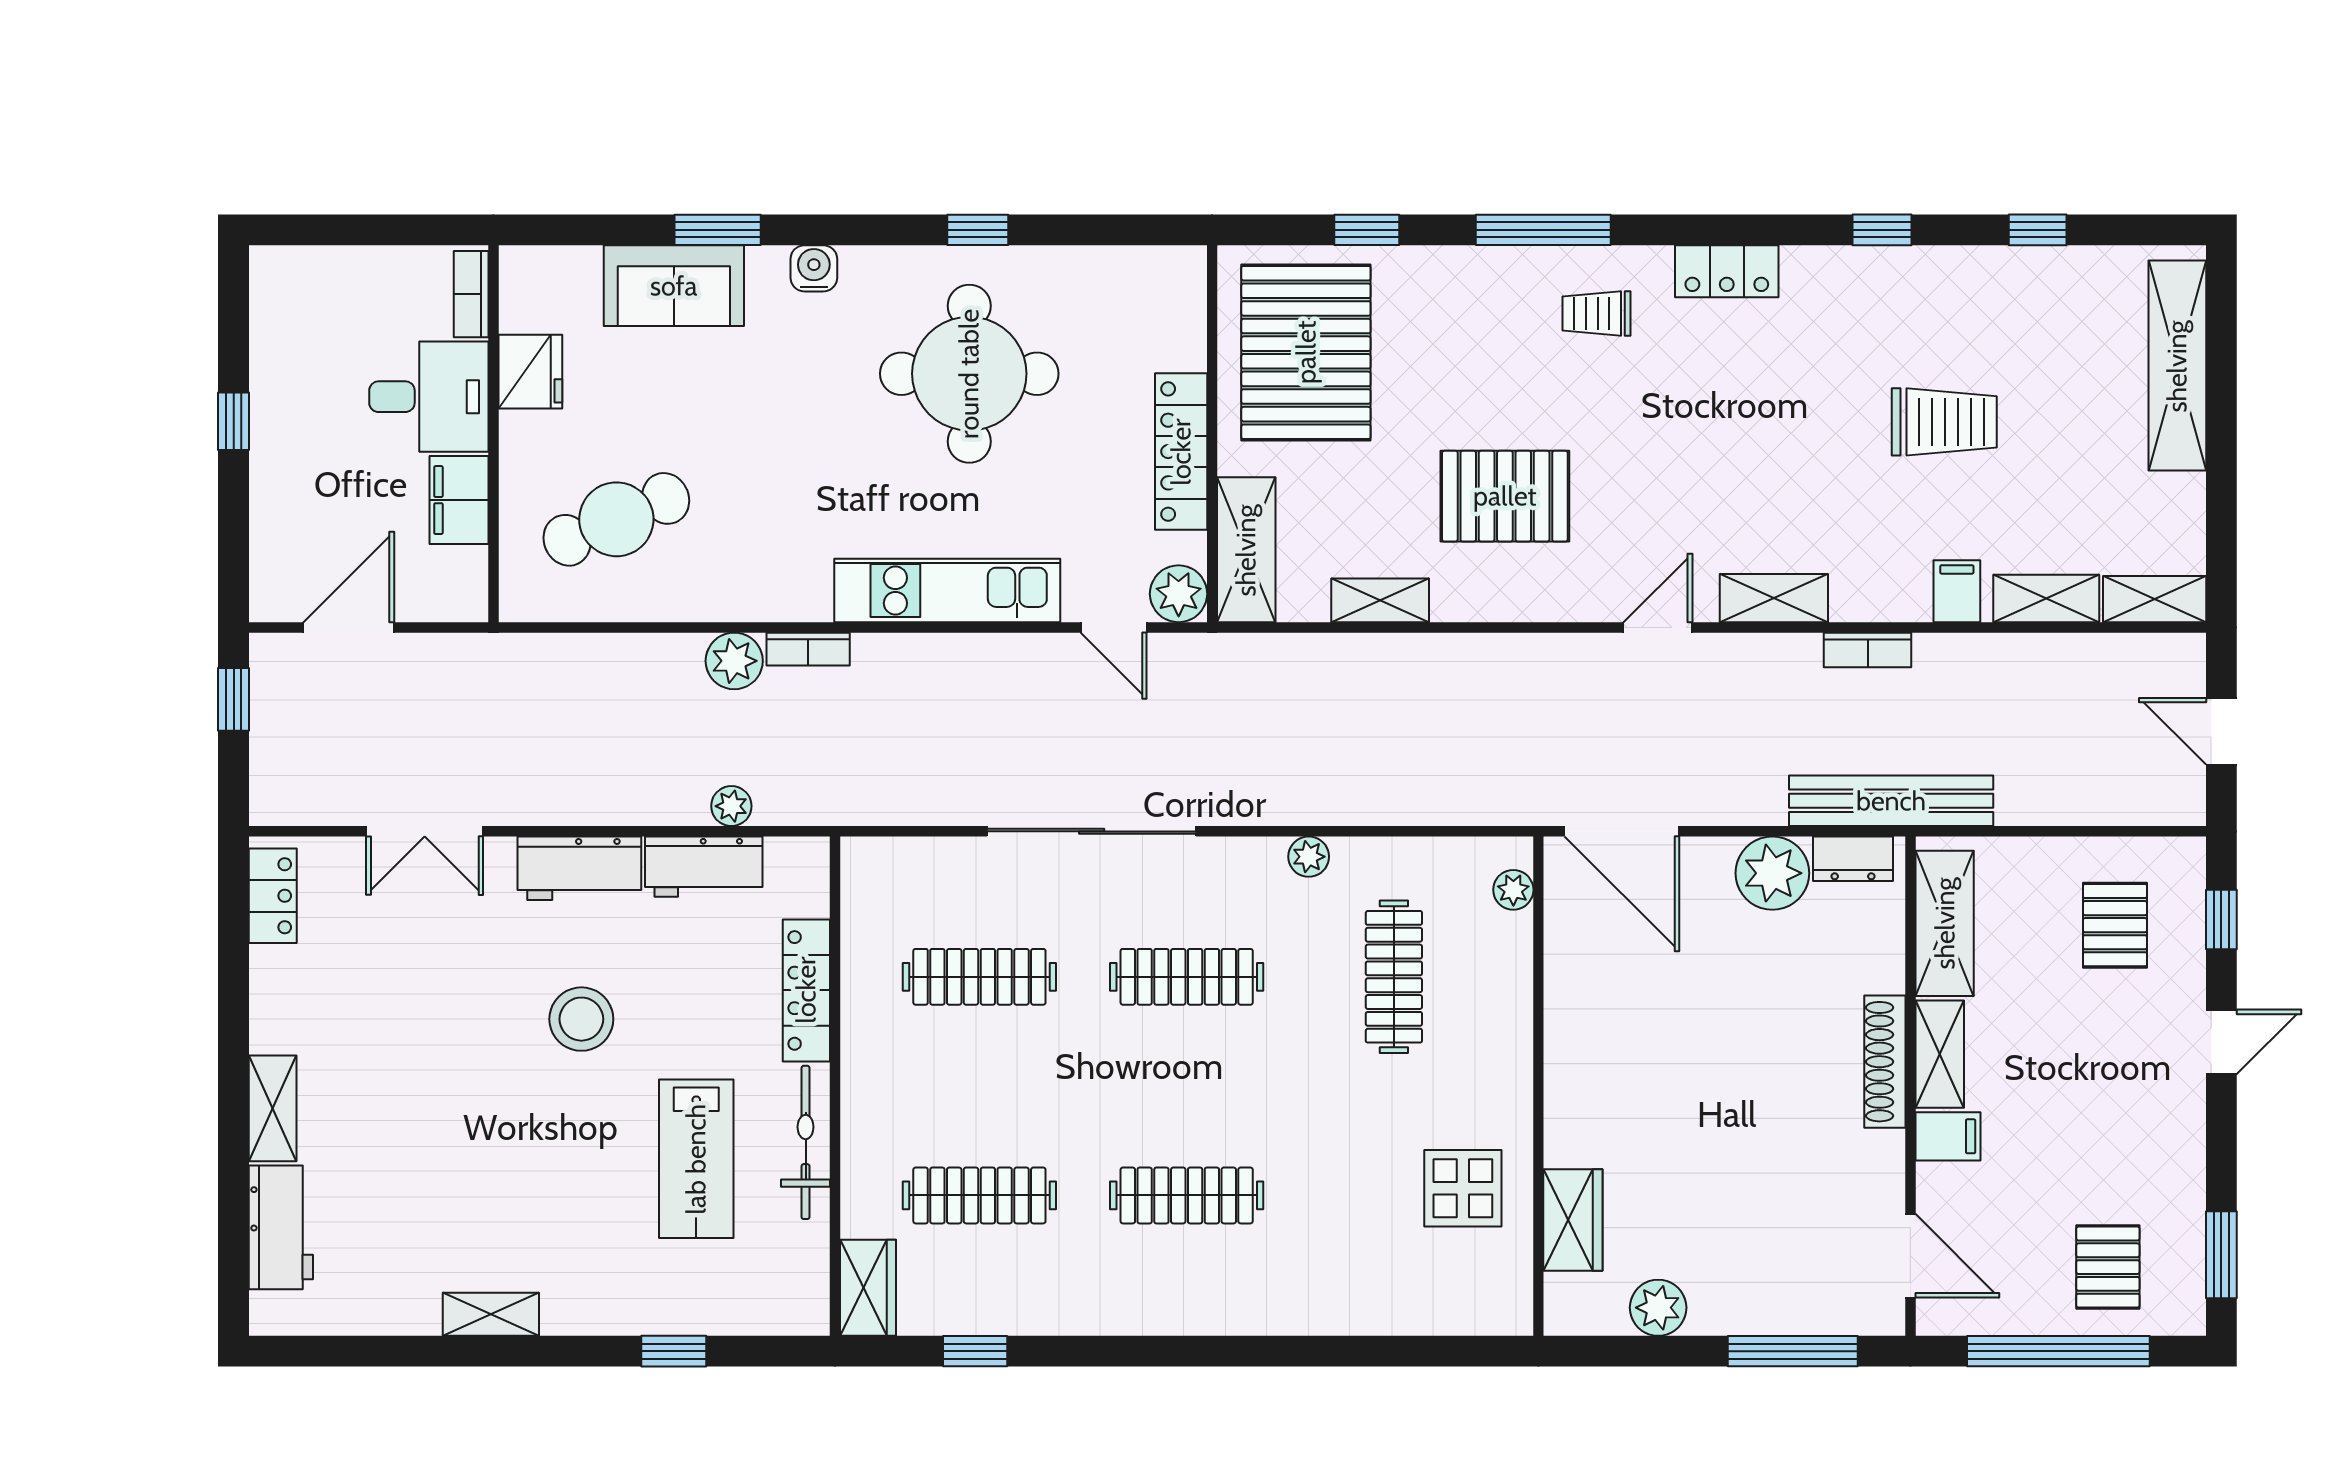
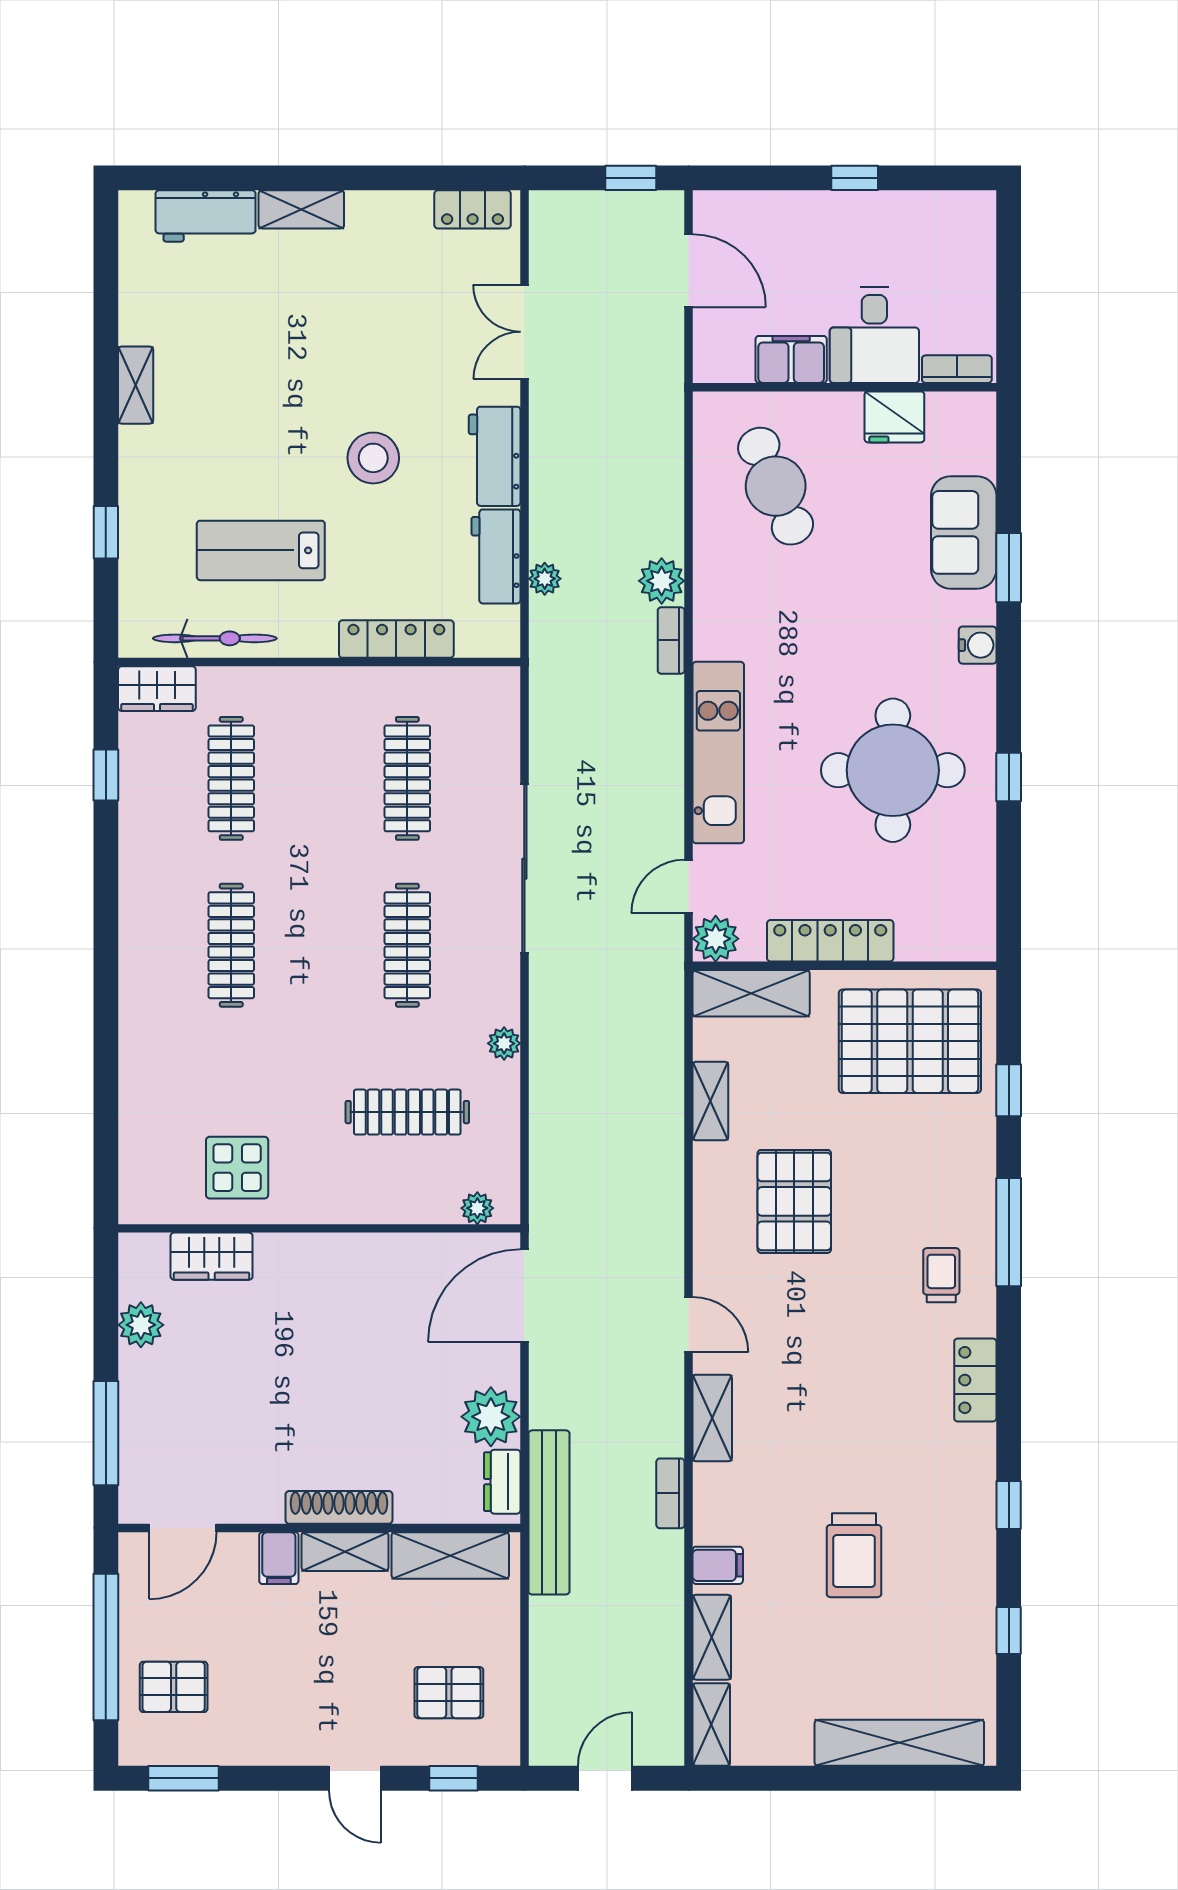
bicycle: (806, 1142) -> (215, 638), moved

